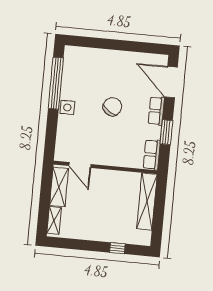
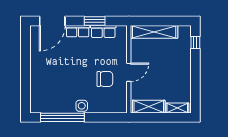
chair: (112, 107) -> (105, 79), moved, turned 145
row of seats: (152, 155) -> (103, 31), moved
door: (80, 165) -> (129, 72), moved
window: (117, 248) -> (195, 42), moved

